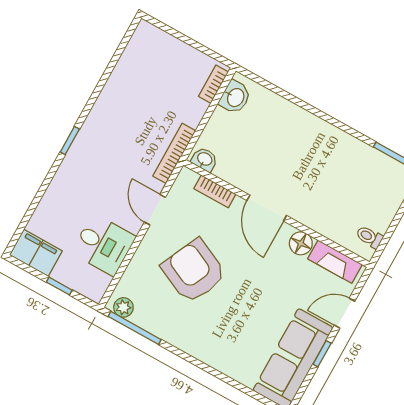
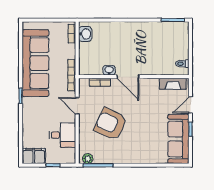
sofa: (125, 100) -> (35, 63), added
washbasin: (204, 159) -> (109, 70), moved
floor lamp: (301, 243) -> (153, 84), removed

